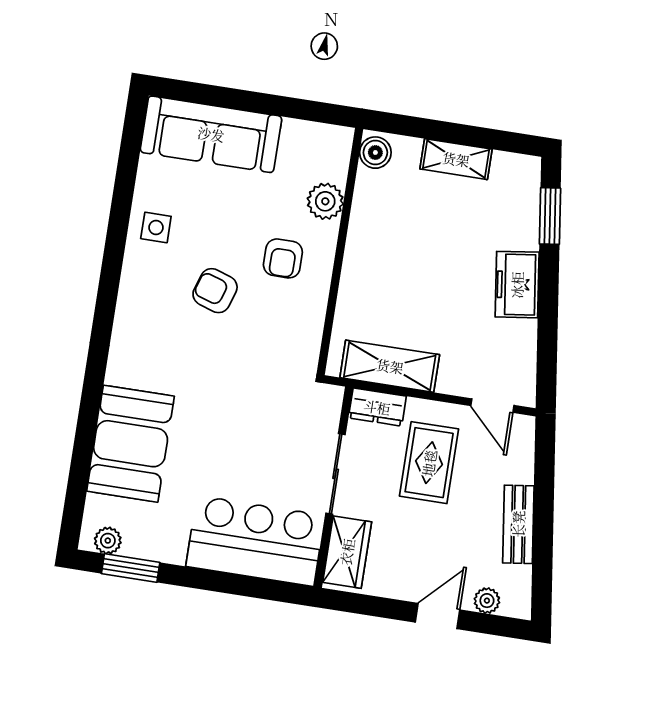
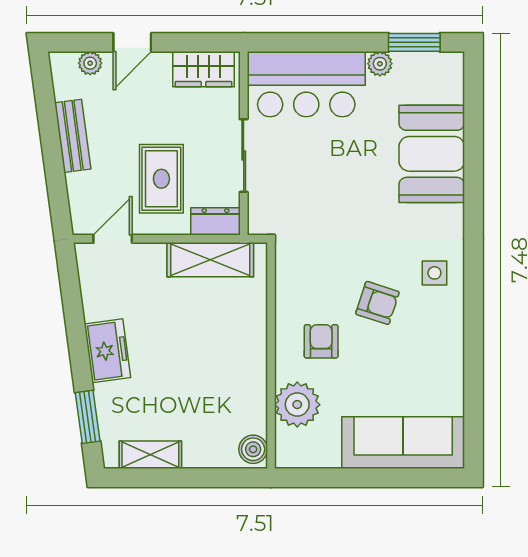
shelving: (456, 159) -> (150, 455), moved
plant: (325, 201) -> (297, 405), width x1.36, depth x1.36
side table: (156, 227) -> (434, 273), moved
door: (492, 406) -> (113, 239), hinge flipped
plant: (108, 541) -> (380, 64), moved
wardrobe: (347, 552) -> (204, 69), moved, turned -90

